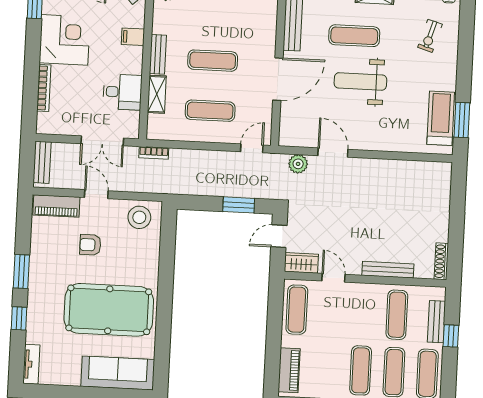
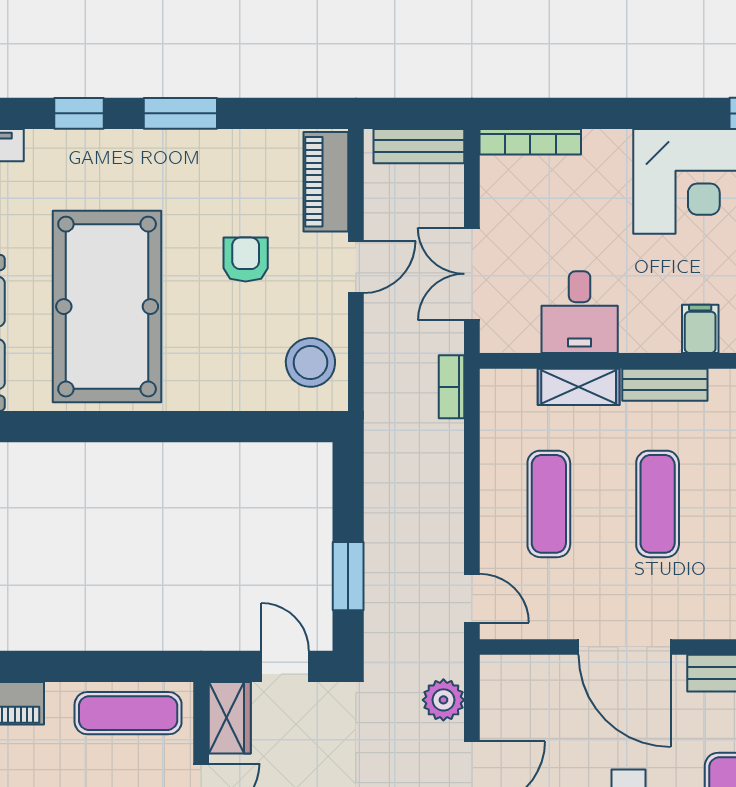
bookcase: (44, 88) -> (530, 142), moved

